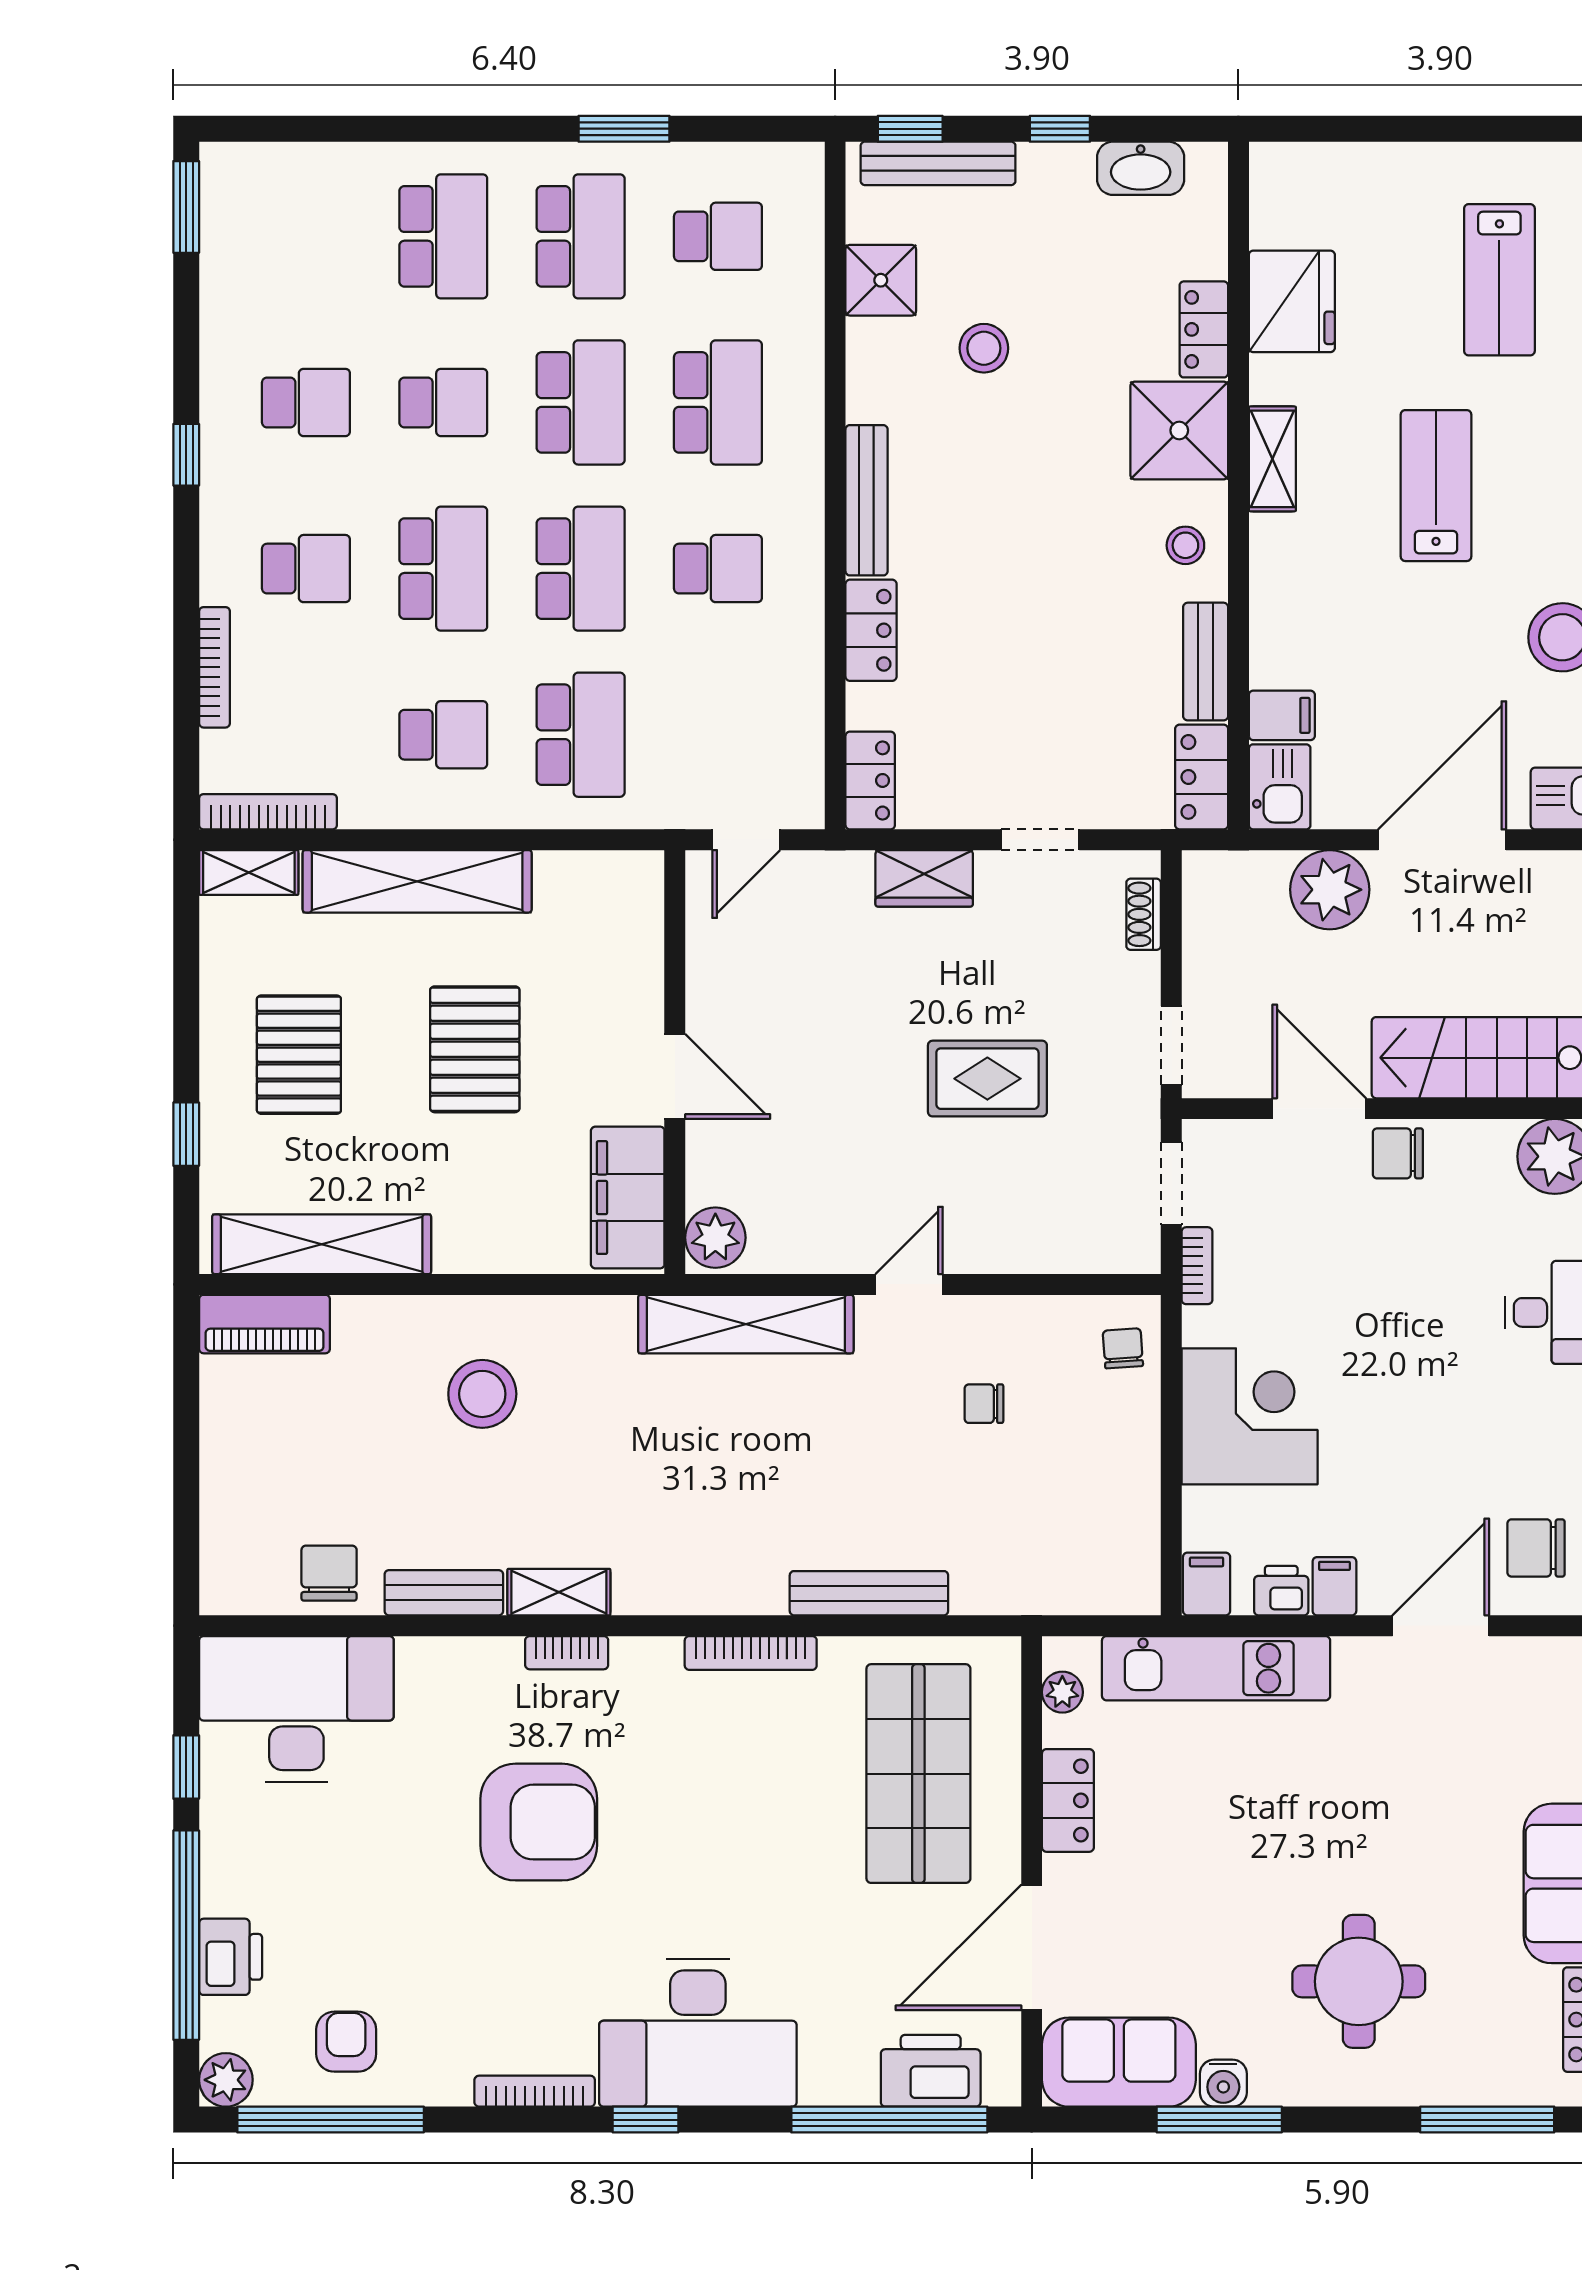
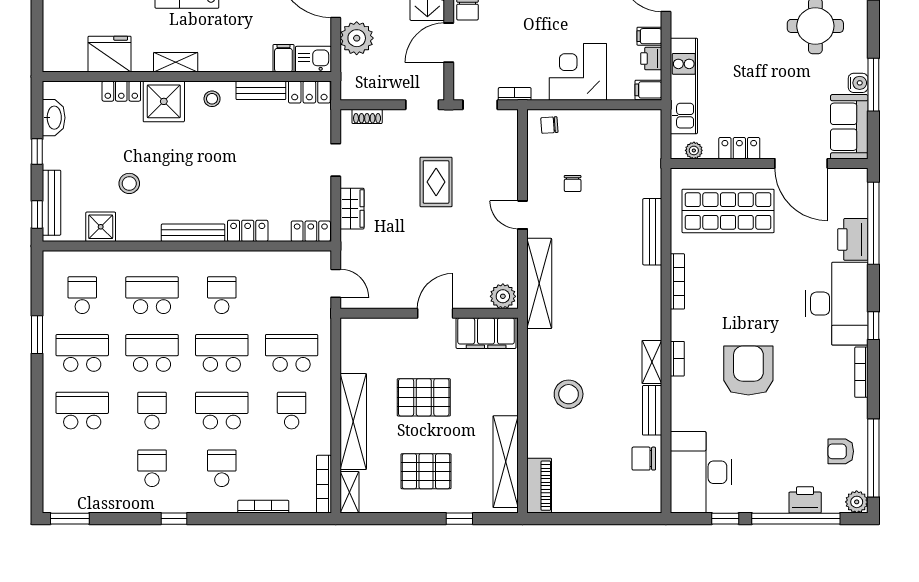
printer: (931, 2071) -> (853, 239), moved

